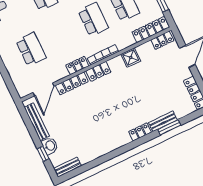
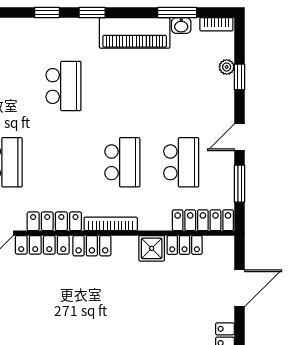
locker: (162, 40) -> (185, 245), moved
locker: (77, 65) -> (54, 221), width x1.53

